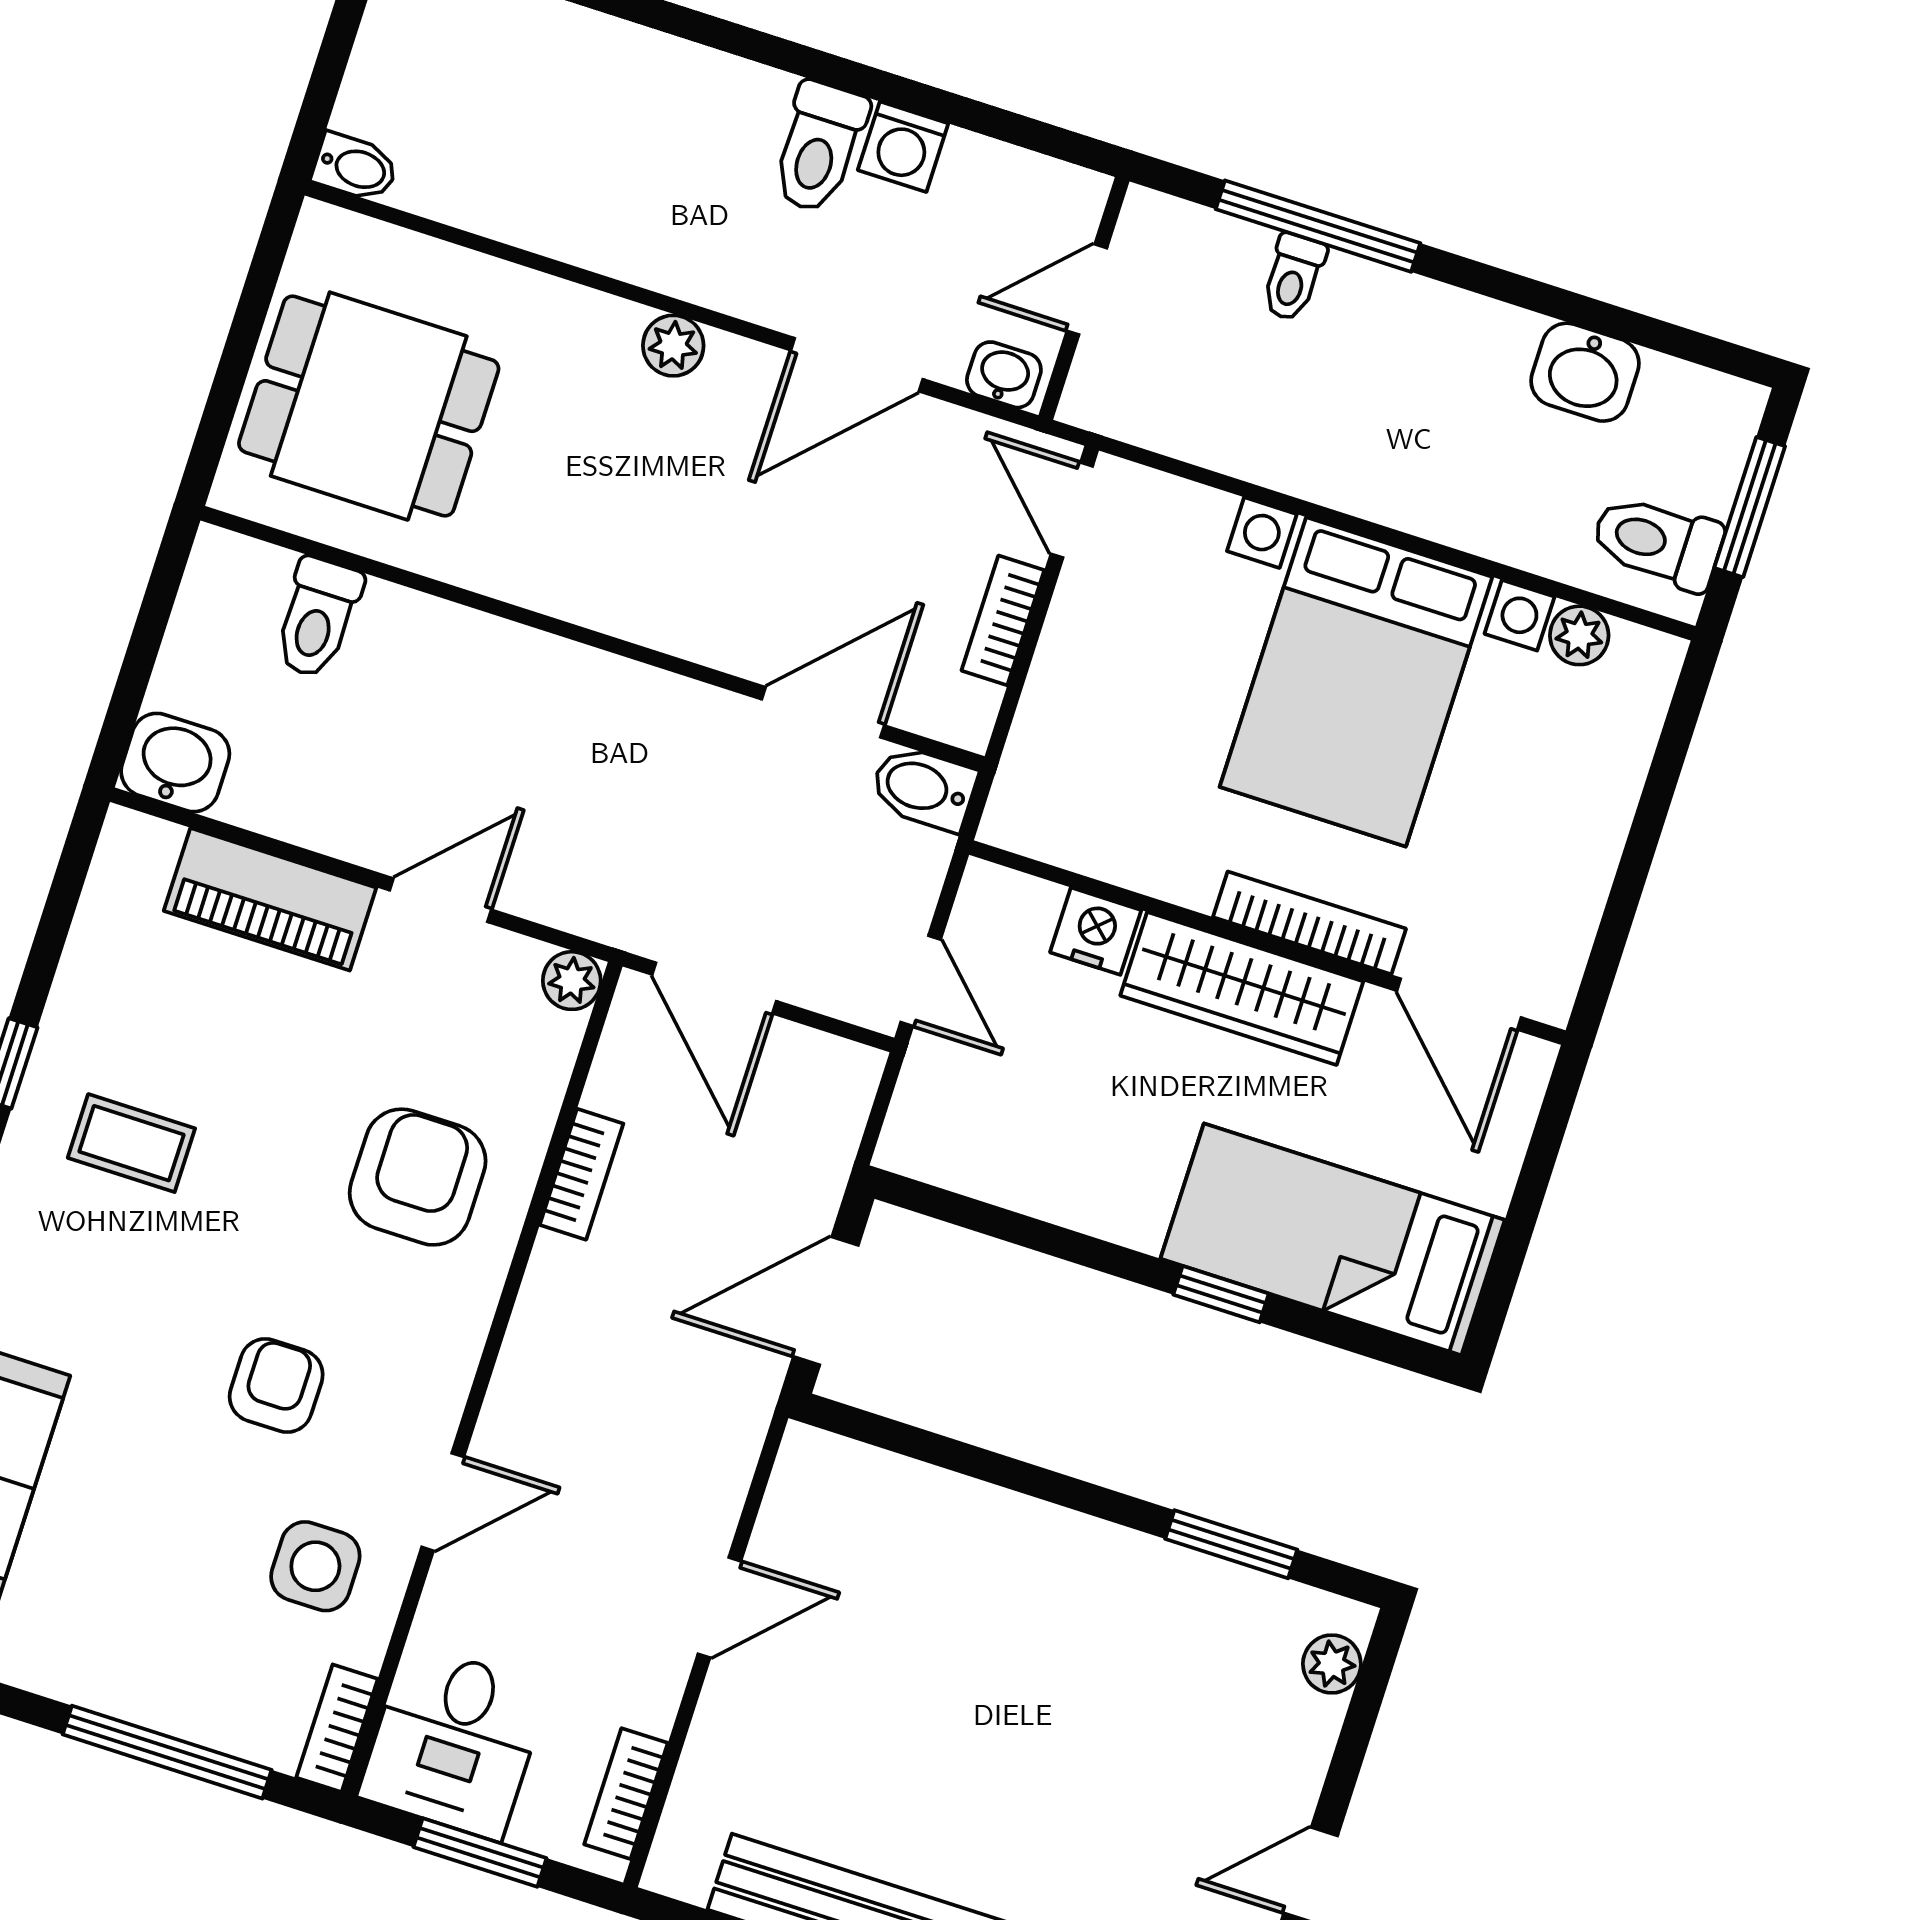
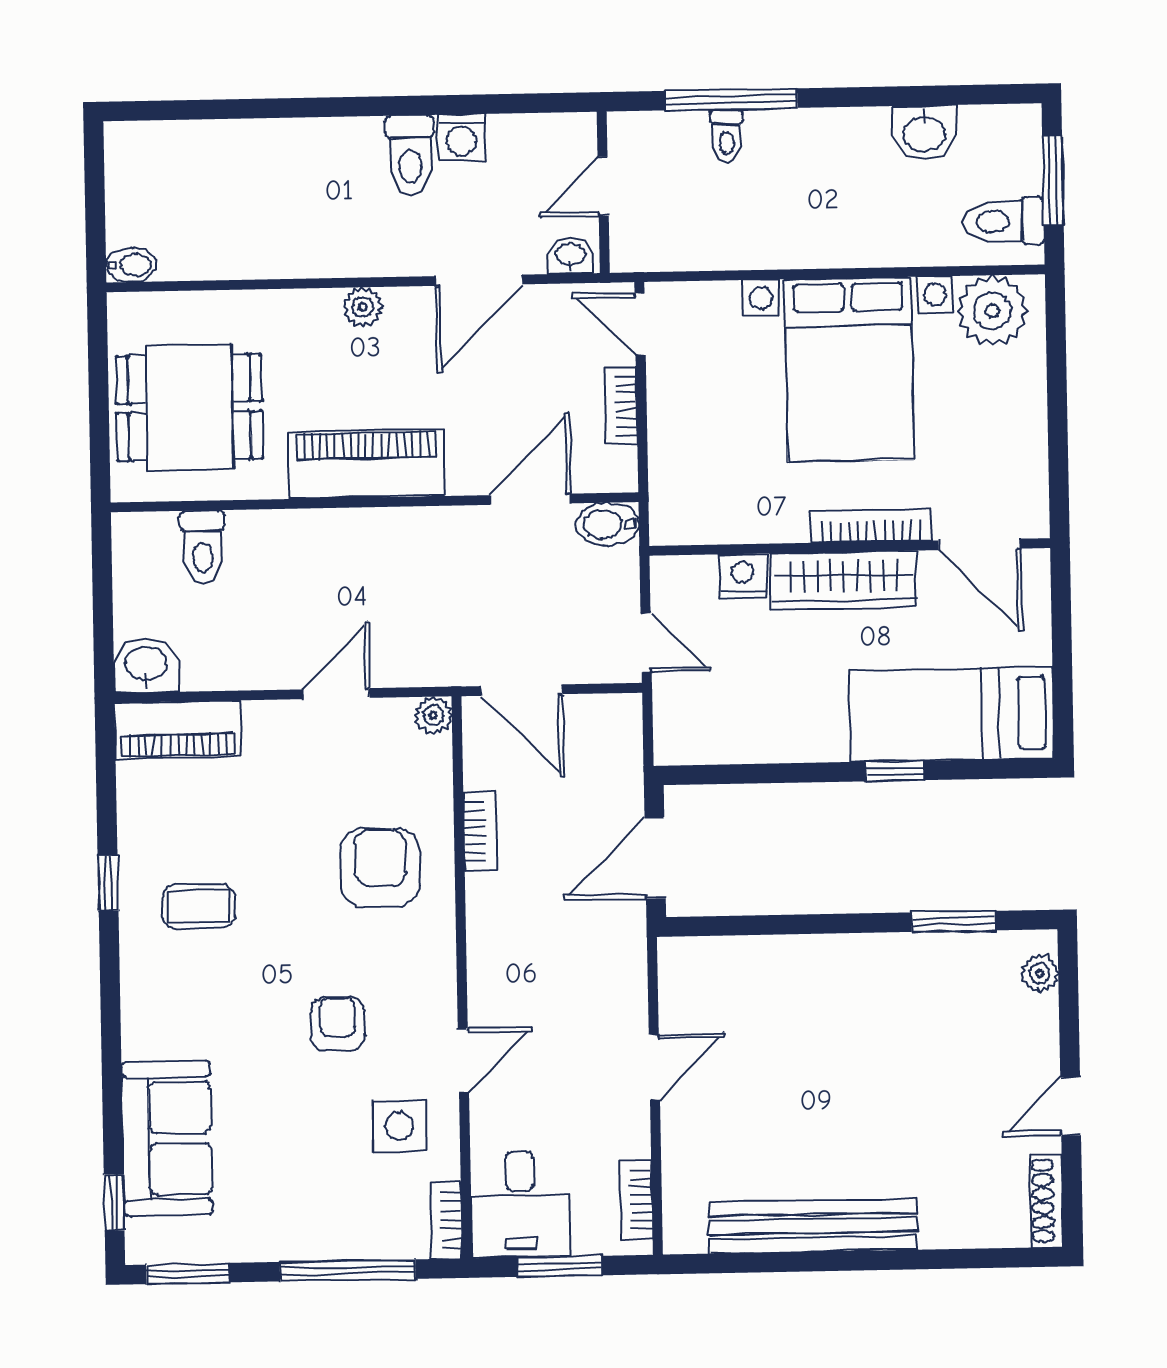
piano: (600, 578) -> (367, 464), added
plant: (1579, 635) -> (993, 311), width x1.87, depth x1.87
piano: (270, 899) -> (178, 730), moved

